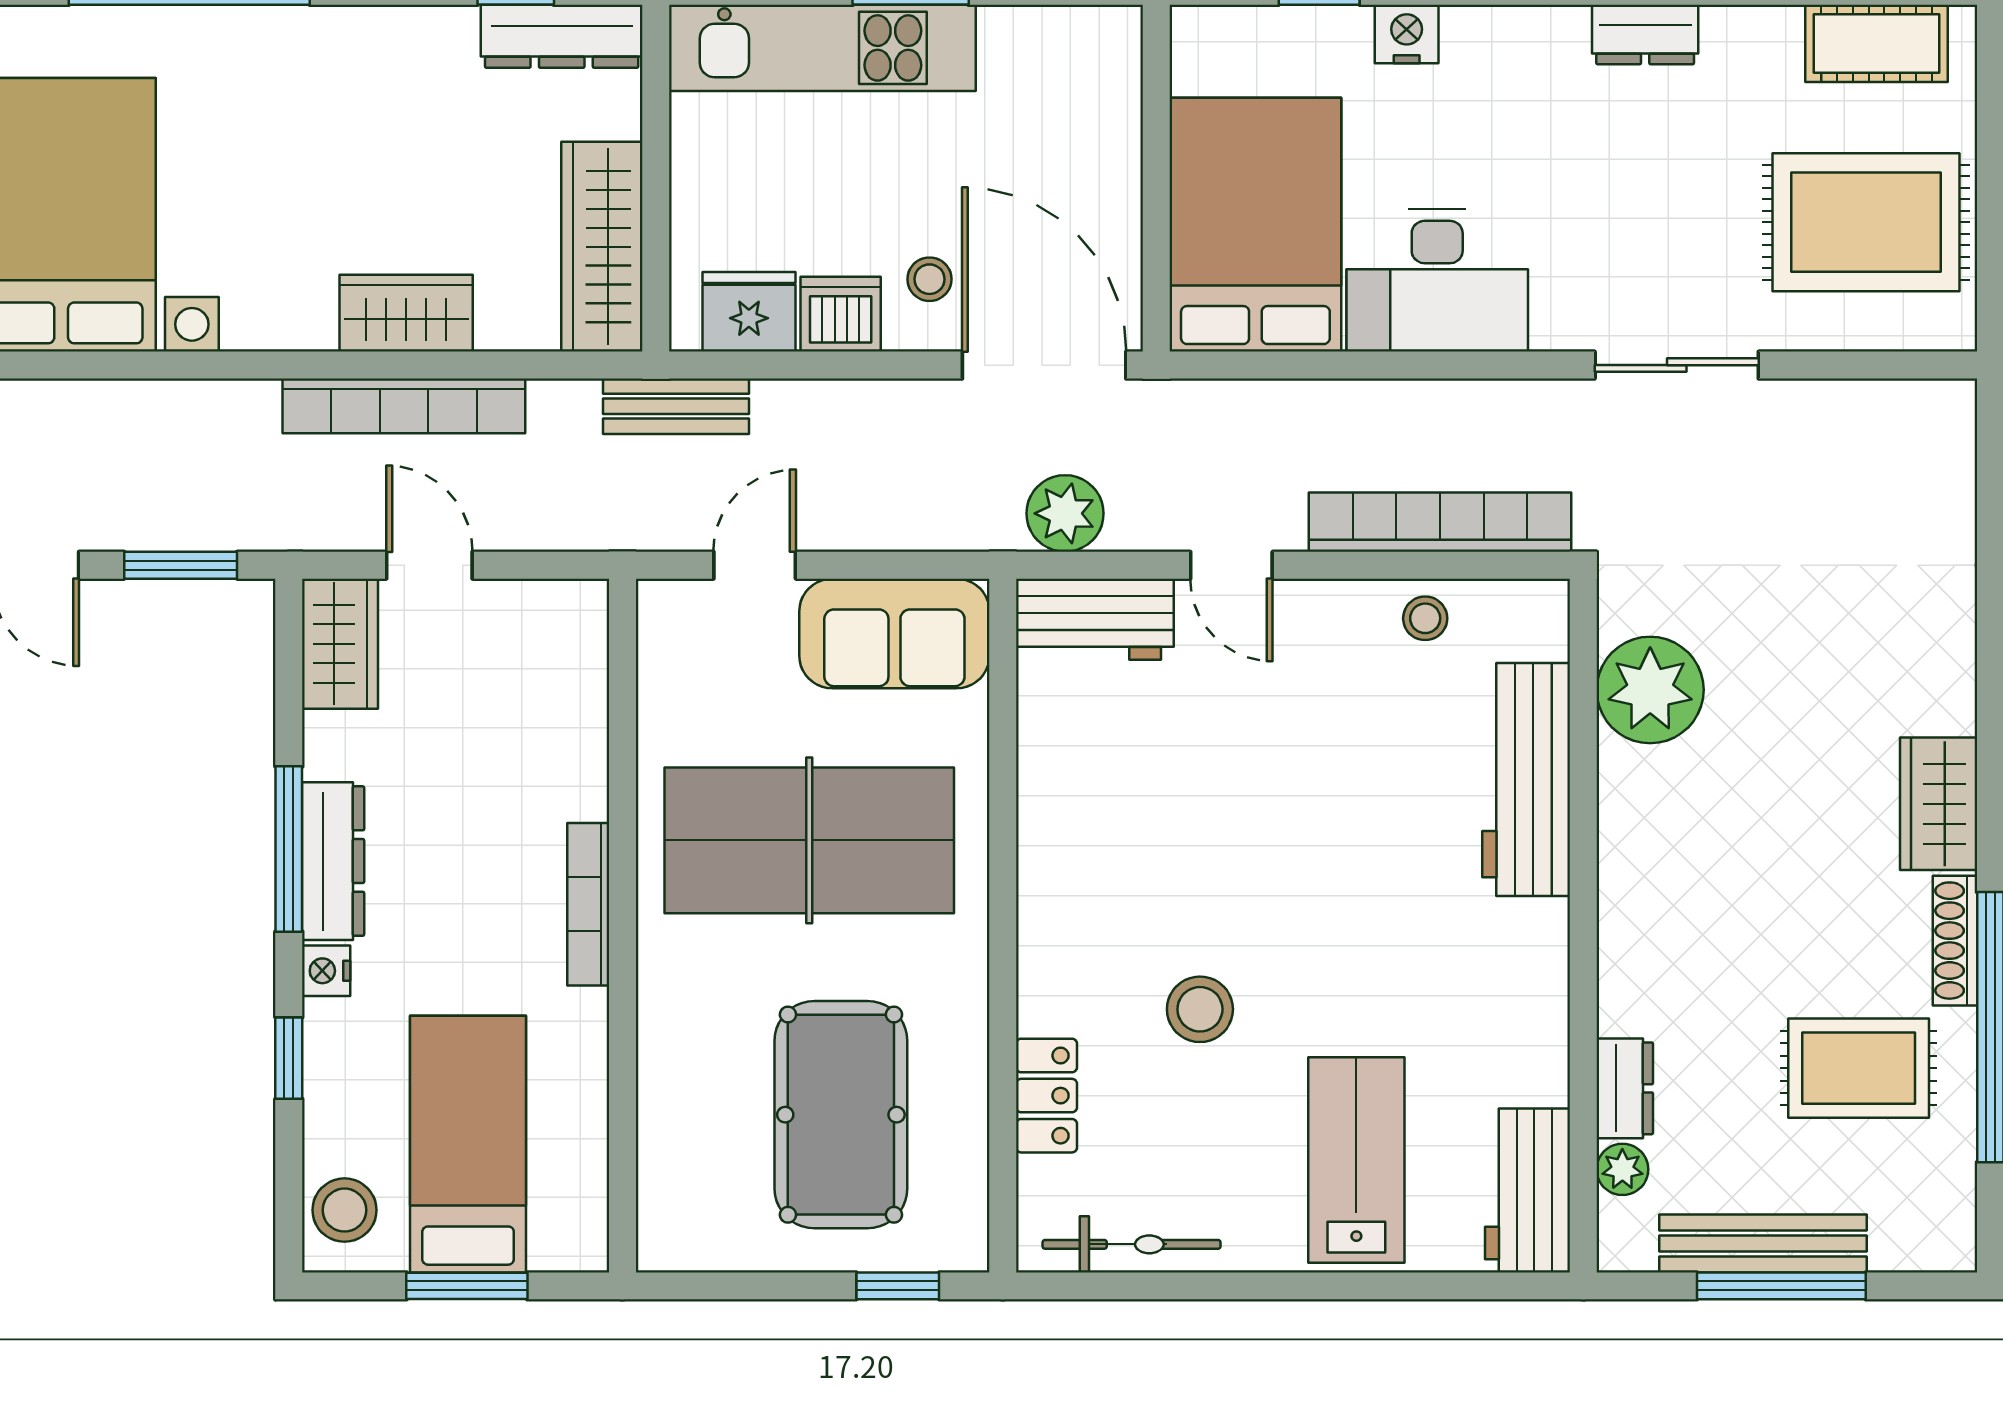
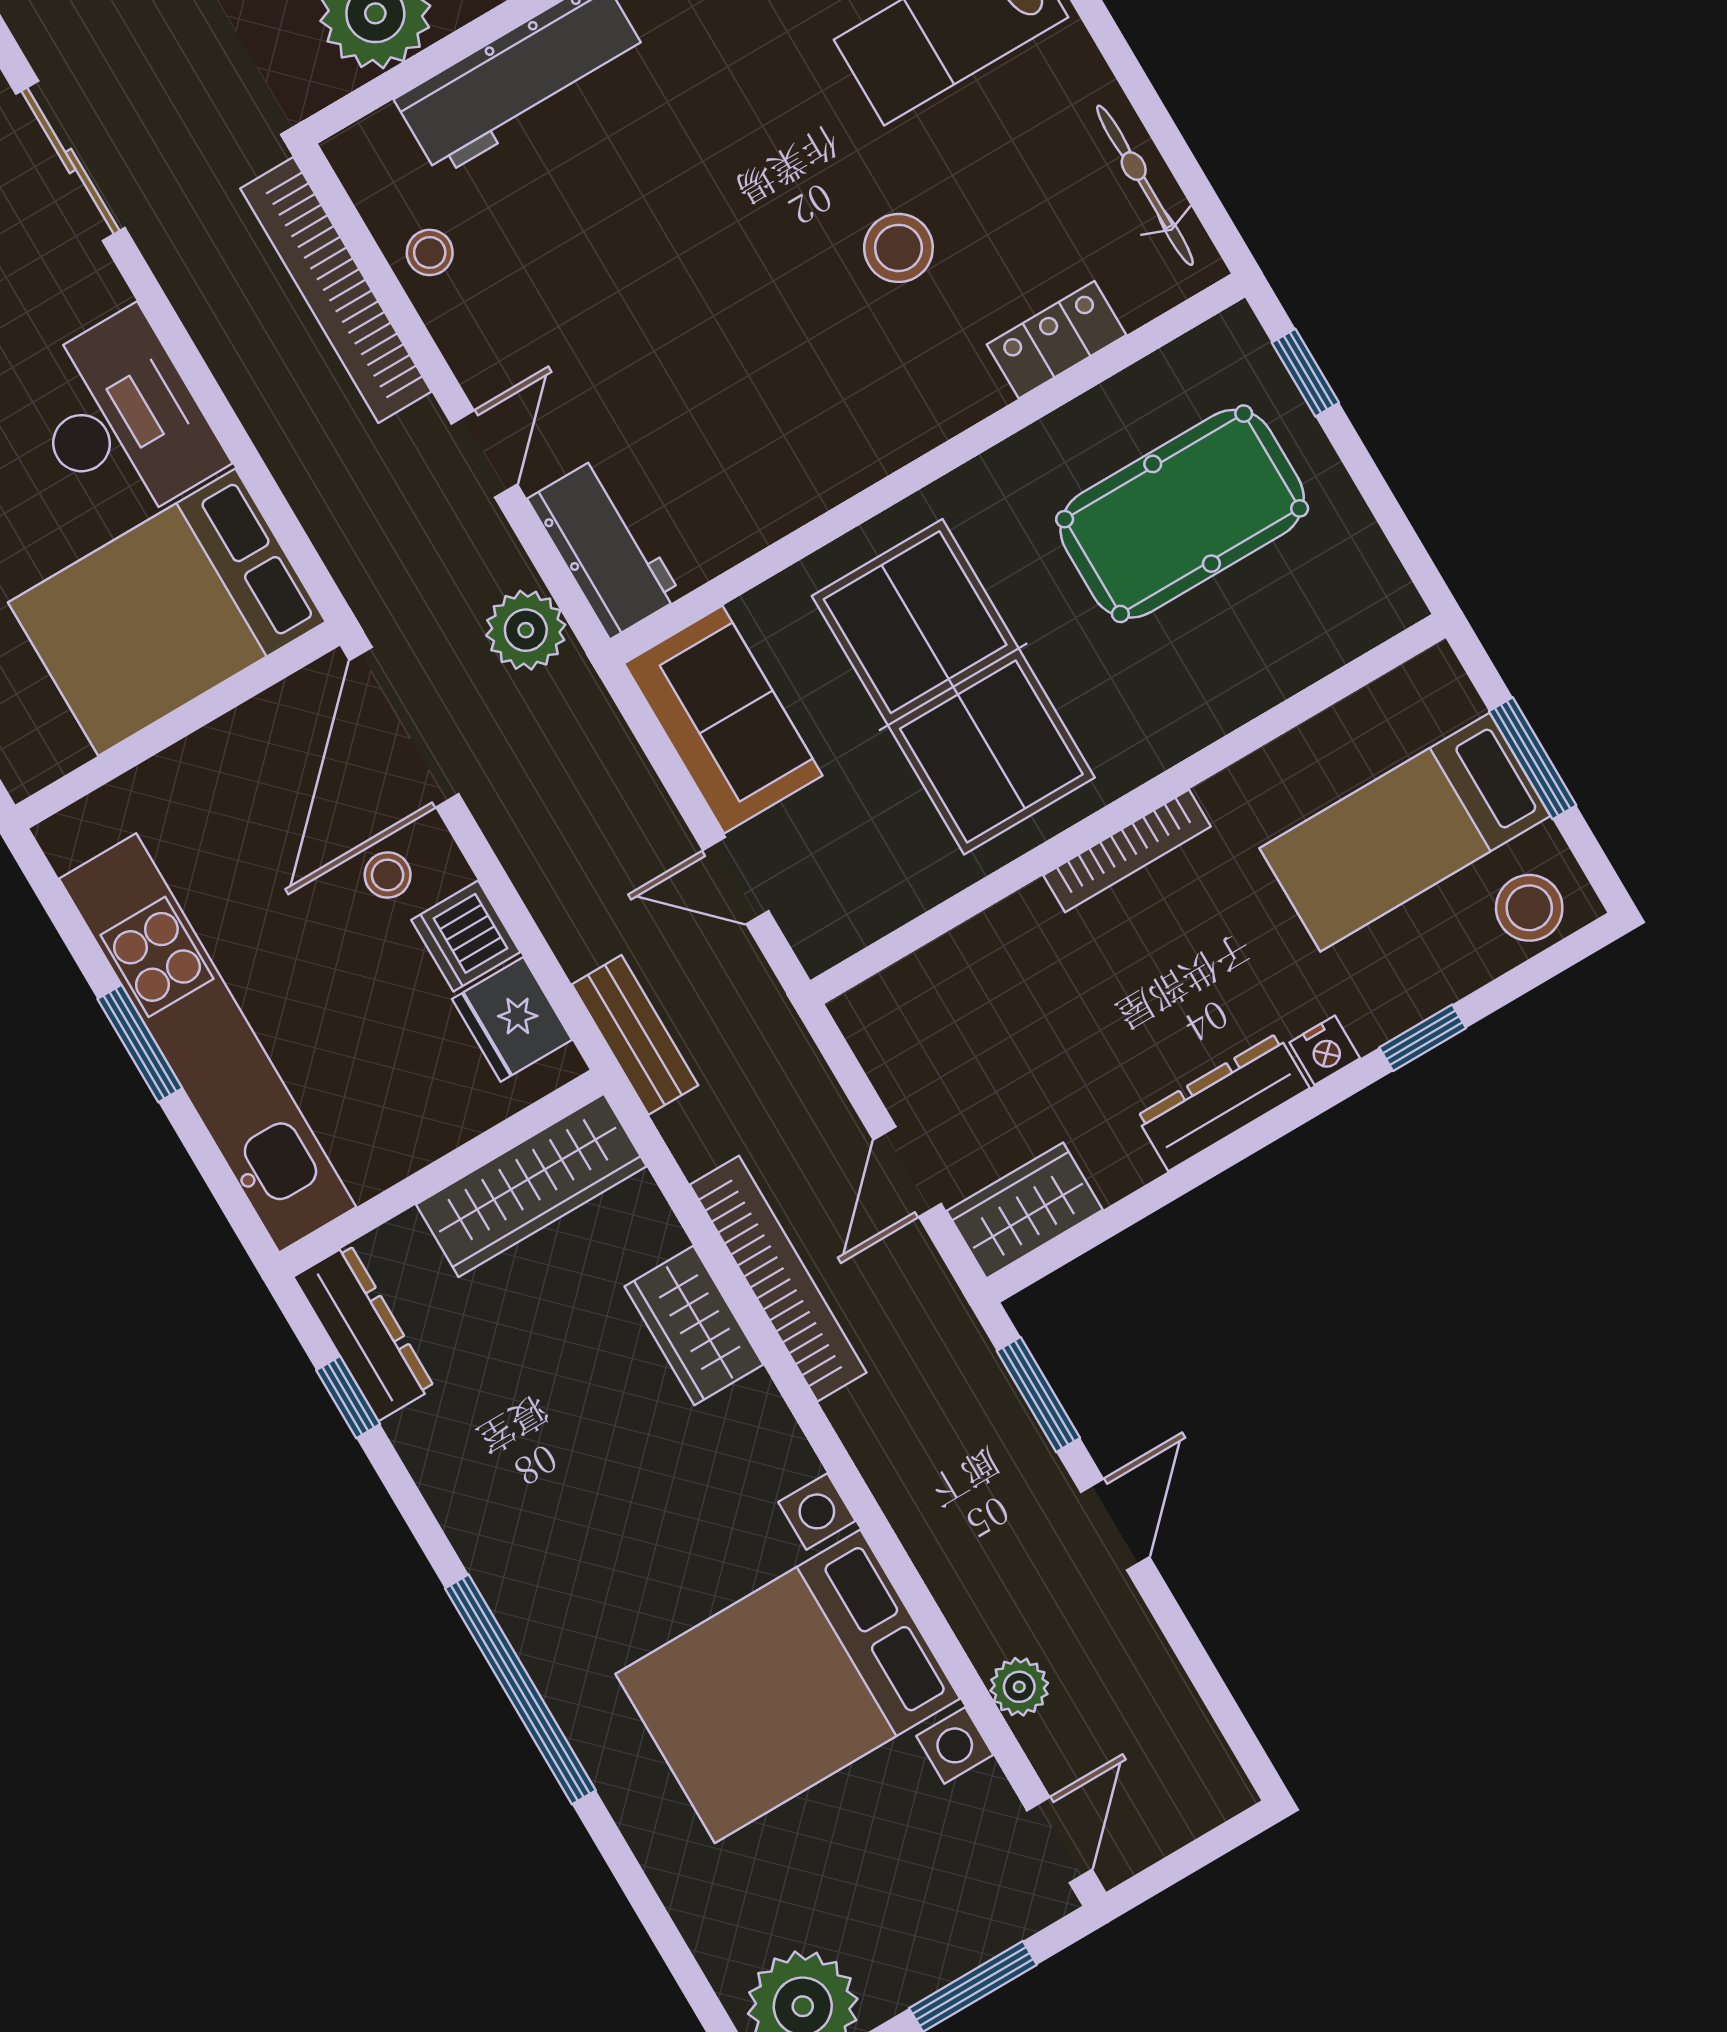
kitchen unit: (822, 48) -> (208, 1043), width x1.36
window: (289, 849) -> (1235, 1148), removed

